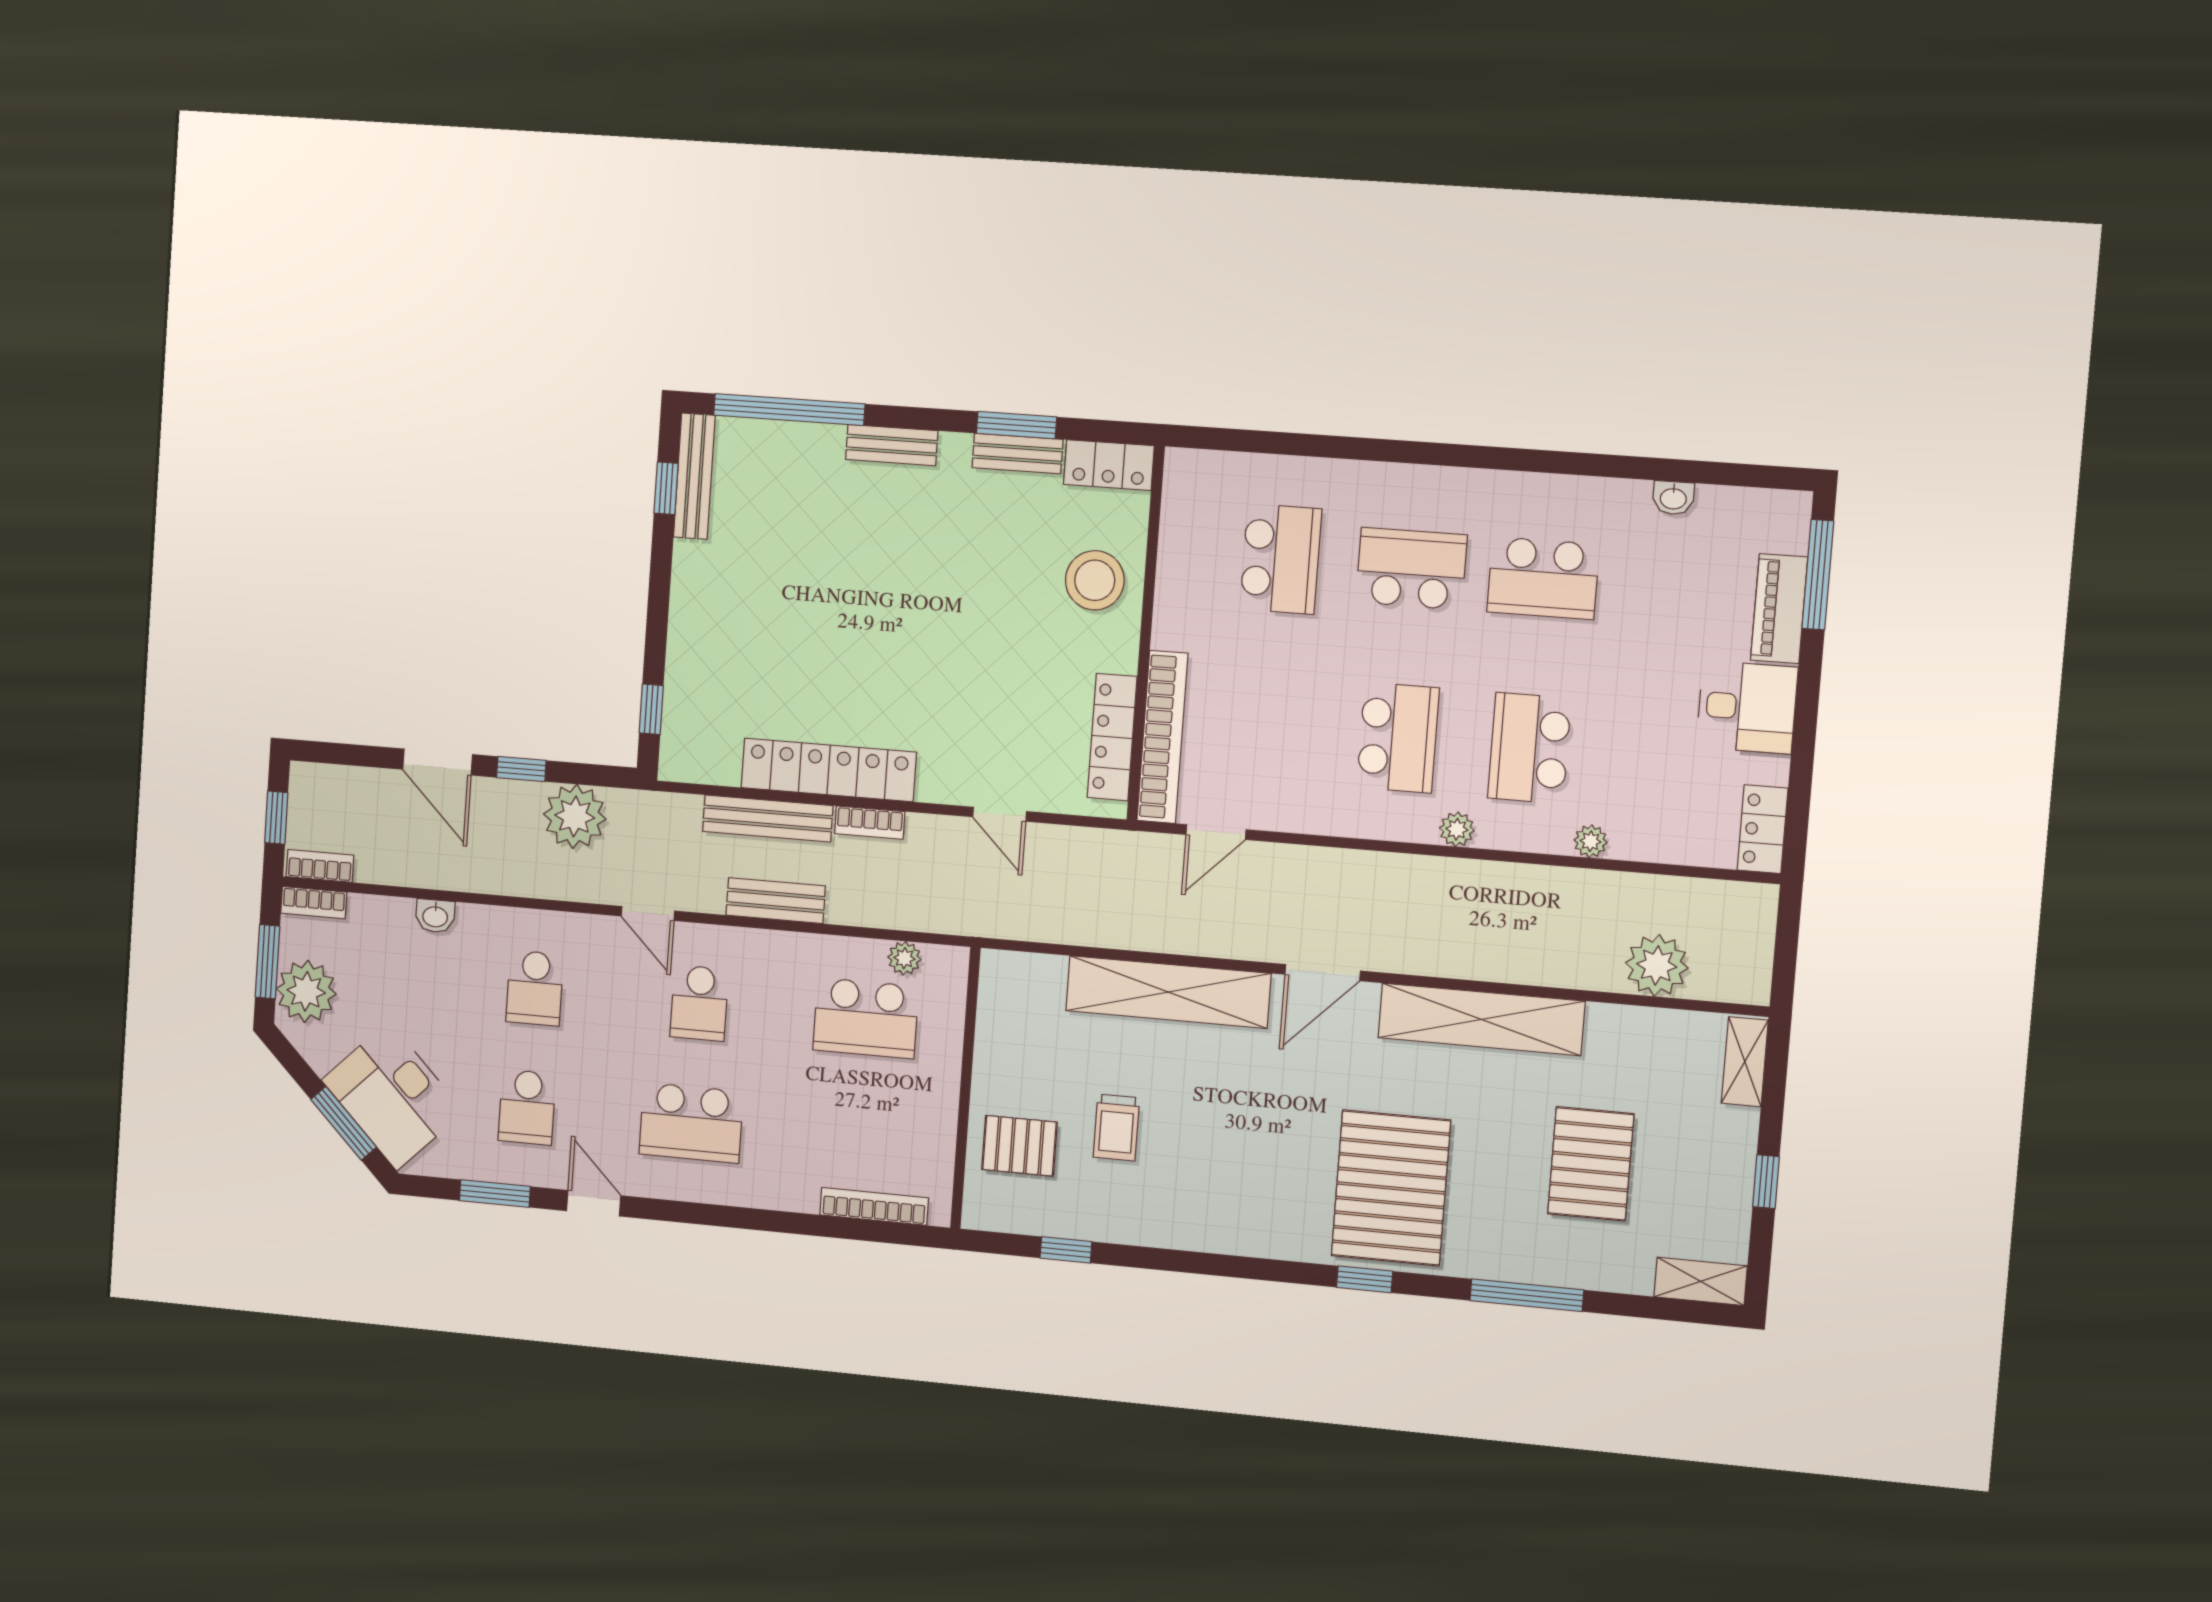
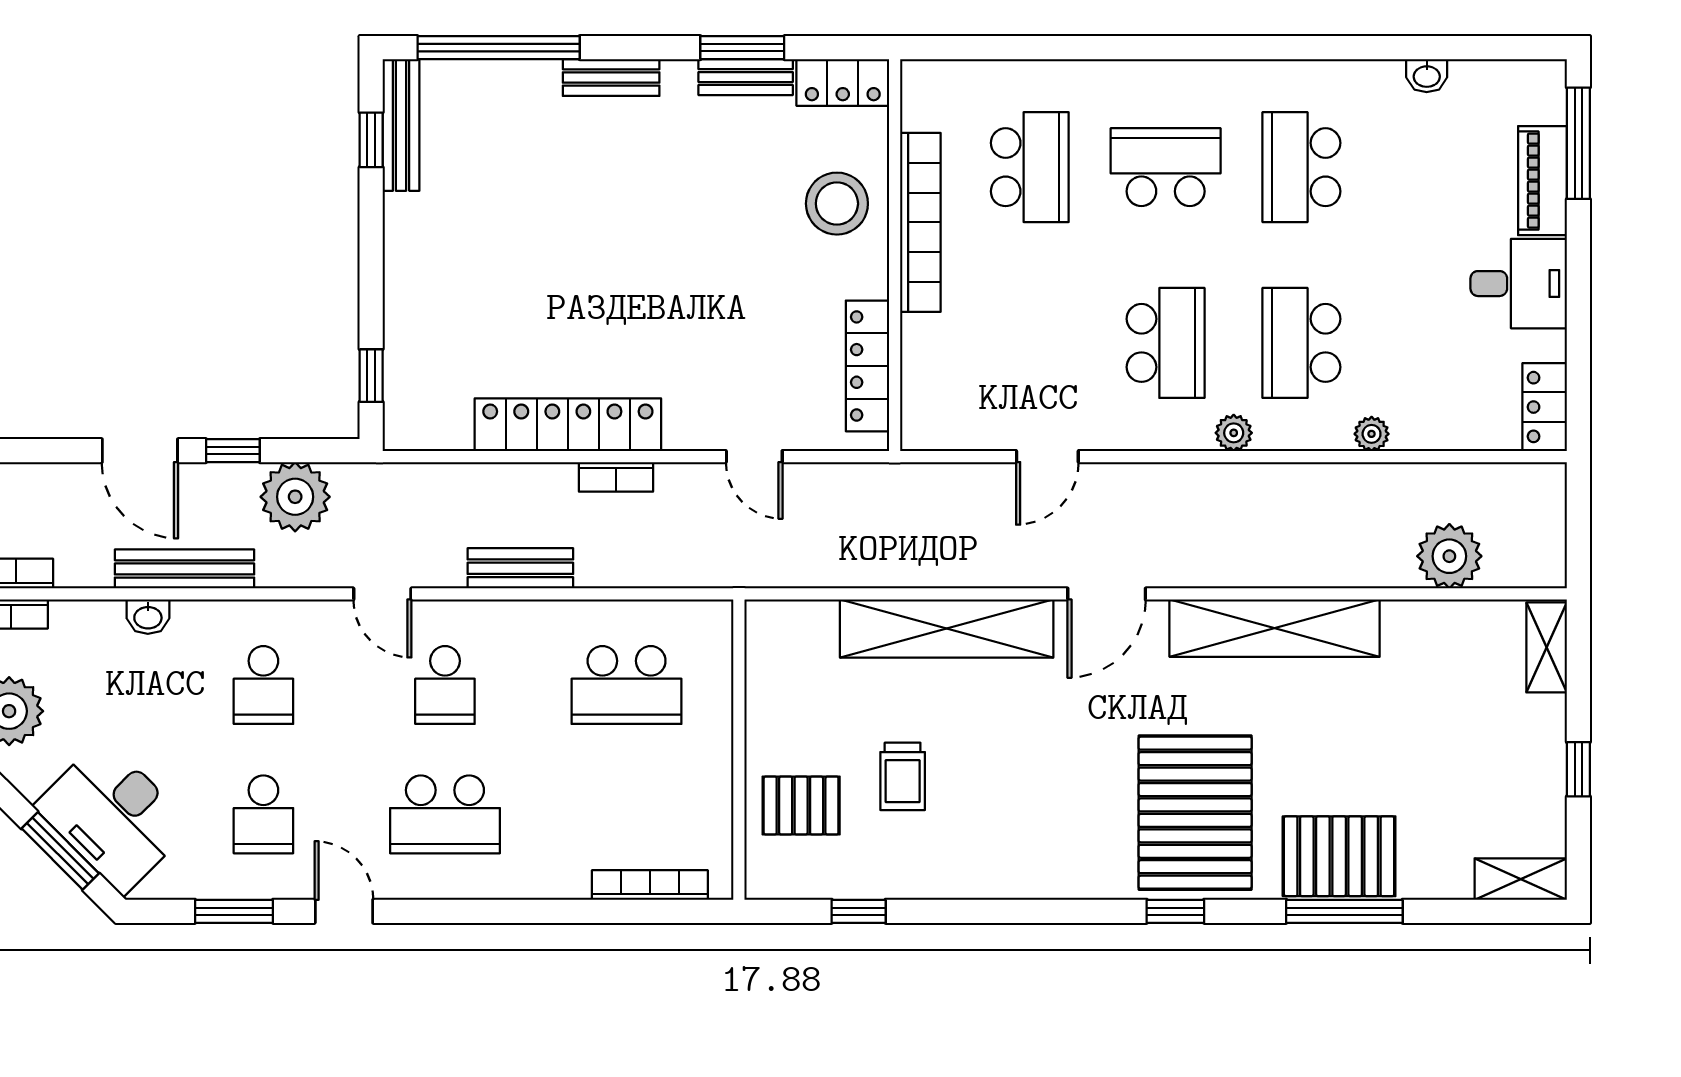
school desk: (1543, 578) -> (1301, 167), turned 90
bookcase: (1163, 737) -> (920, 222), moved
bench: (768, 818) -> (185, 569), moved
door: (1216, 832) -> (1047, 457), moved
plant: (904, 958) -> (664, 618), removed
pallet: (1591, 1164) -> (1339, 856), moved, turned 90

